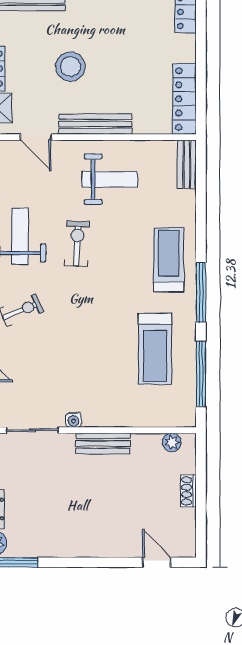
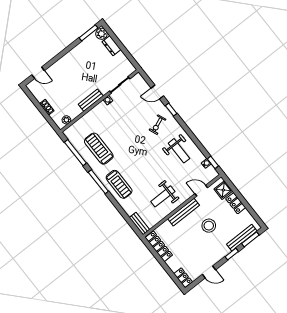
exercise bike: (77, 244) -> (156, 164), removed

